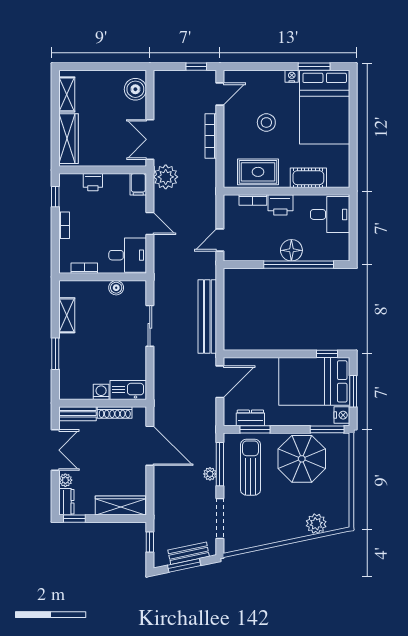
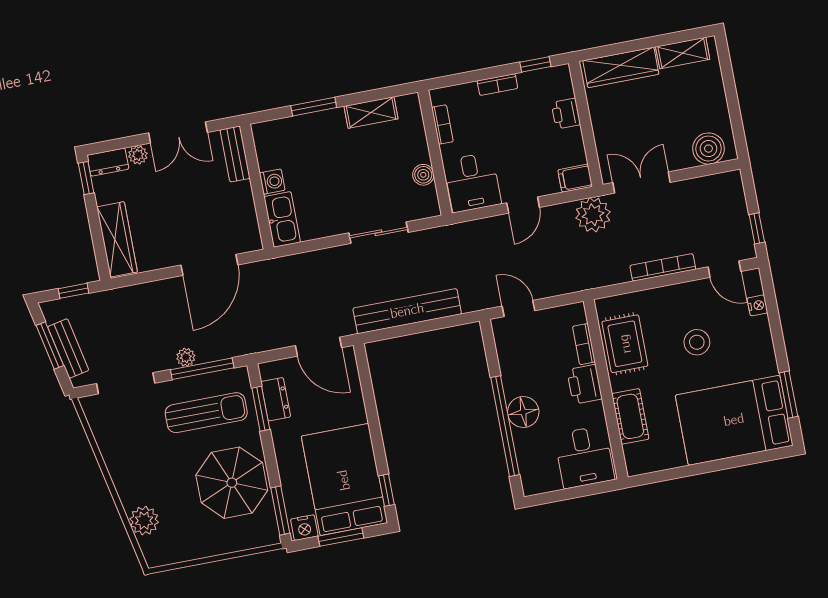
nightstand: (292, 76) -> (757, 305), moved
shoe rack: (115, 412) -> (247, 206), removed

